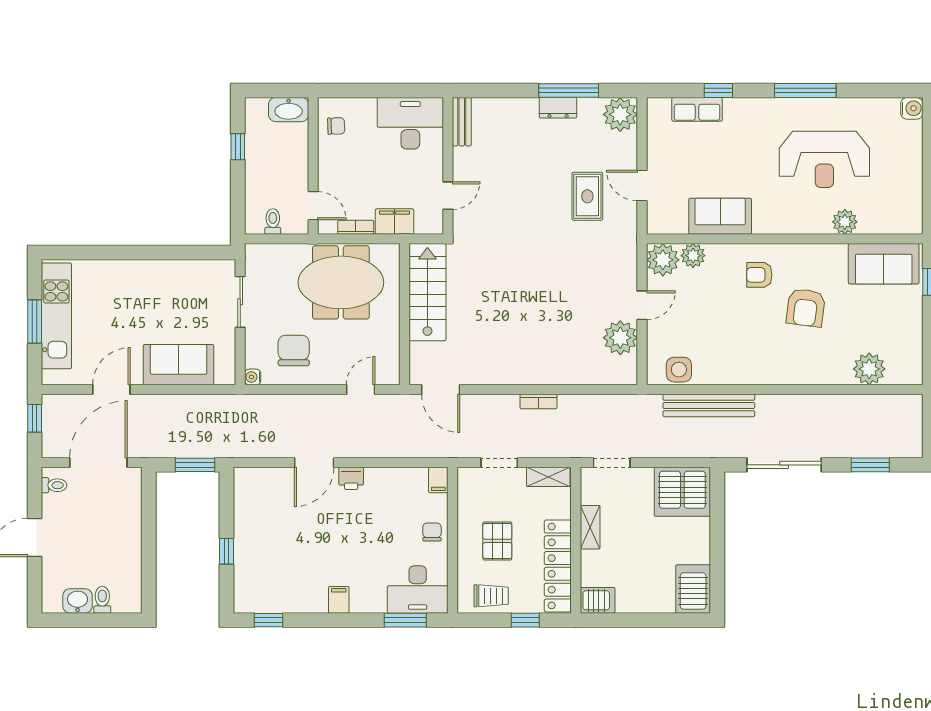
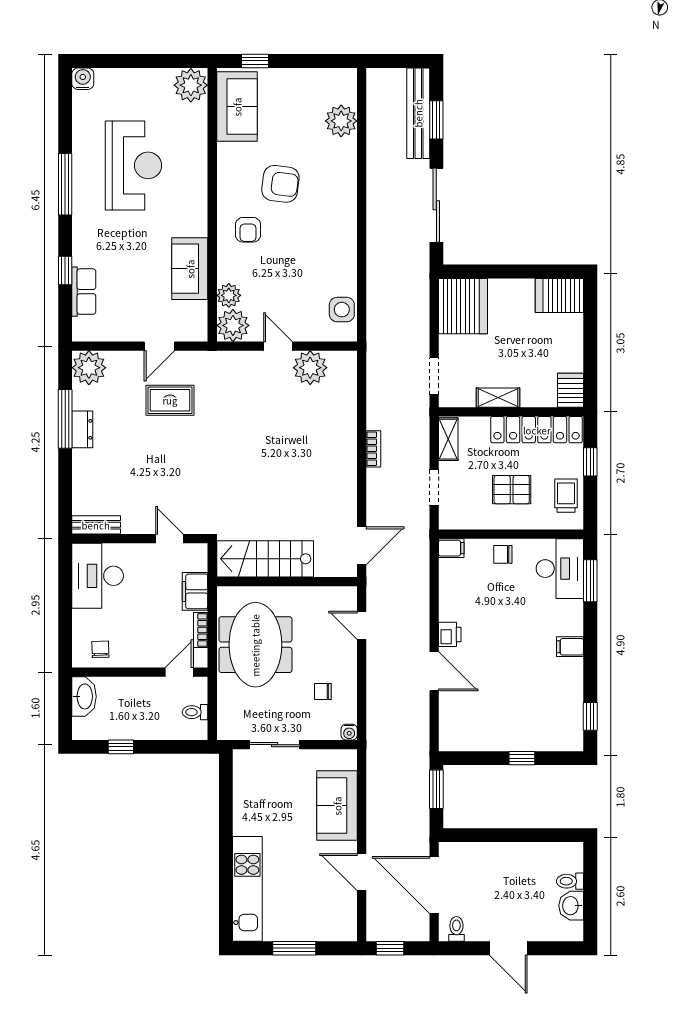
plant: (845, 222) -> (191, 85), moved, width x1.36, depth x1.36
kitchen unit: (56, 316) -> (247, 889), moved, turned 90
chair: (294, 350) -> (323, 691), width x0.54, depth x0.54
bench: (709, 406) -> (418, 113), moved

